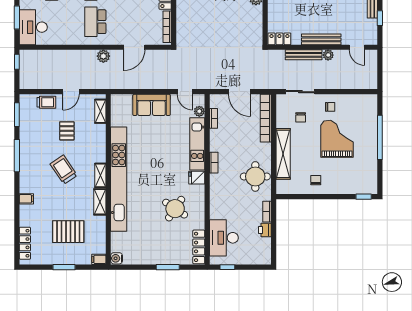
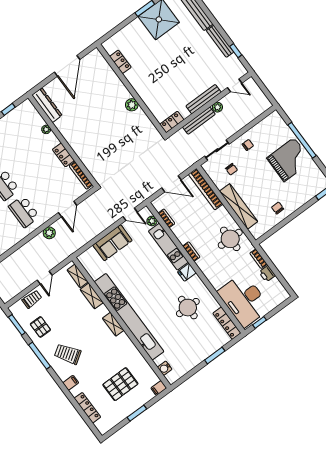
pallet: (67, 131) -> (40, 327), moved
grand piano: (337, 139) -> (289, 160), moved, turned 90
trolley: (64, 170) -> (68, 354), moved
shelving: (100, 202) -> (92, 296), moved
round table: (175, 209) -> (188, 308), turned -34
desk: (224, 238) -> (244, 300), width x1.36, depth x1.30
locker: (25, 243) -> (87, 408), moved
water cooler: (117, 258) -> (165, 368), moved

